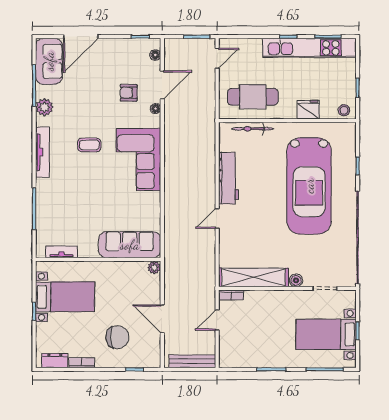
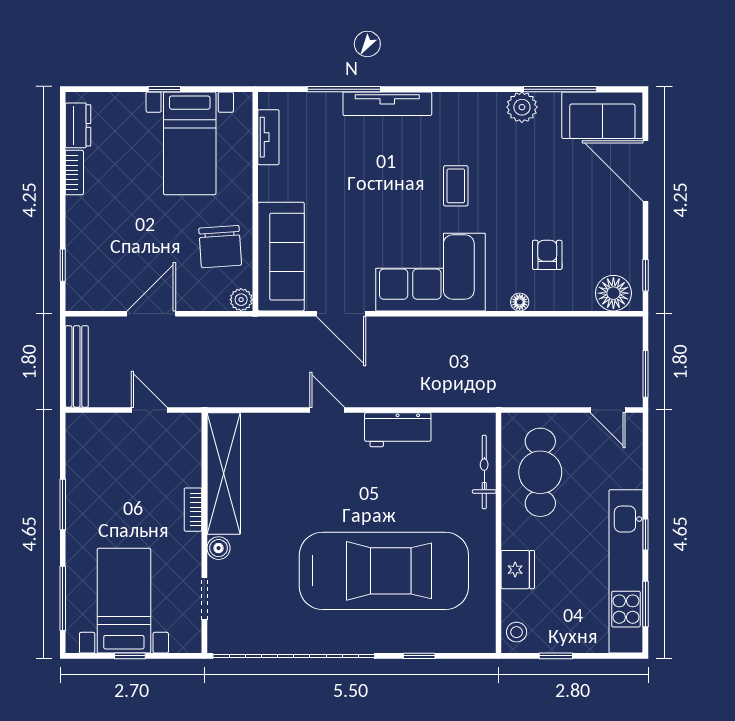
floor lamp: (155, 55) -> (613, 293), width x1.89, depth x1.89
door: (162, 85) -> (341, 314), moved
tv unit: (42, 152) -> (387, 104), moved
workbench: (228, 178) -> (398, 430), width x0.73
car: (309, 186) -> (384, 571), turned 180
bookcase: (231, 295) -> (193, 510), moved
chair: (118, 337) -> (220, 247), moved

